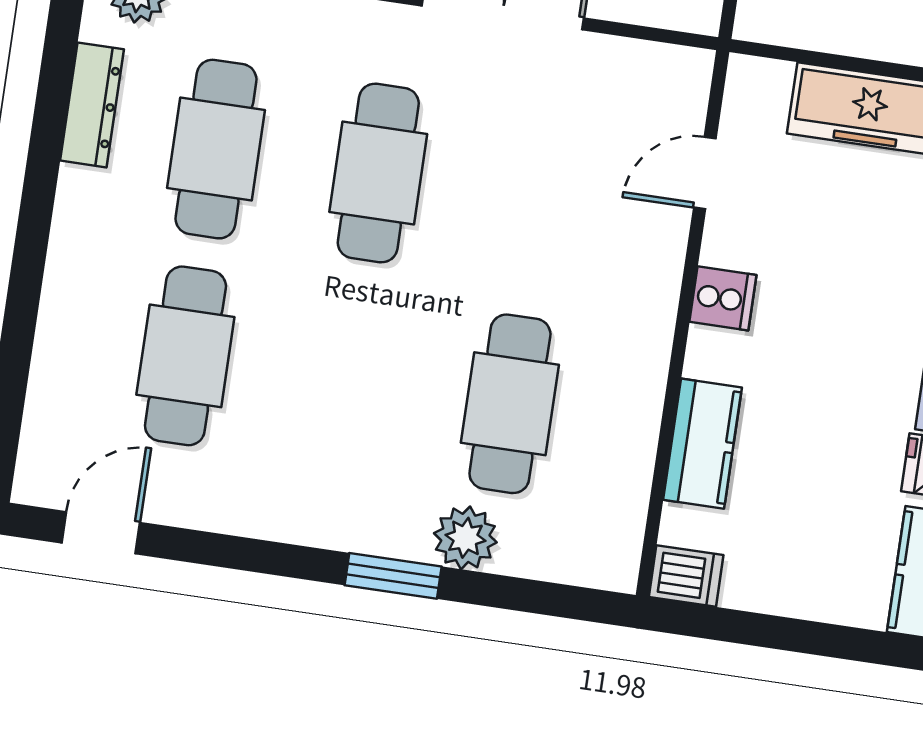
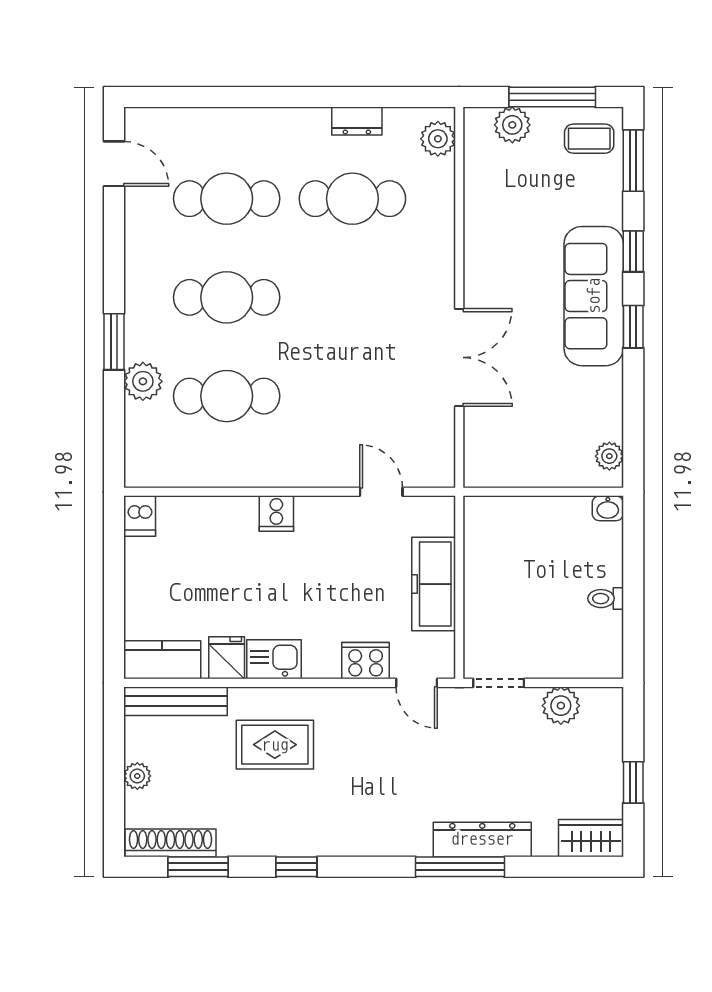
dresser: (92, 105) -> (357, 121), width x0.70
cafe table: (378, 173) -> (227, 297), moved
cooker: (723, 298) -> (276, 514), moved
kitchen counter: (702, 444) -> (220, 514), removed

